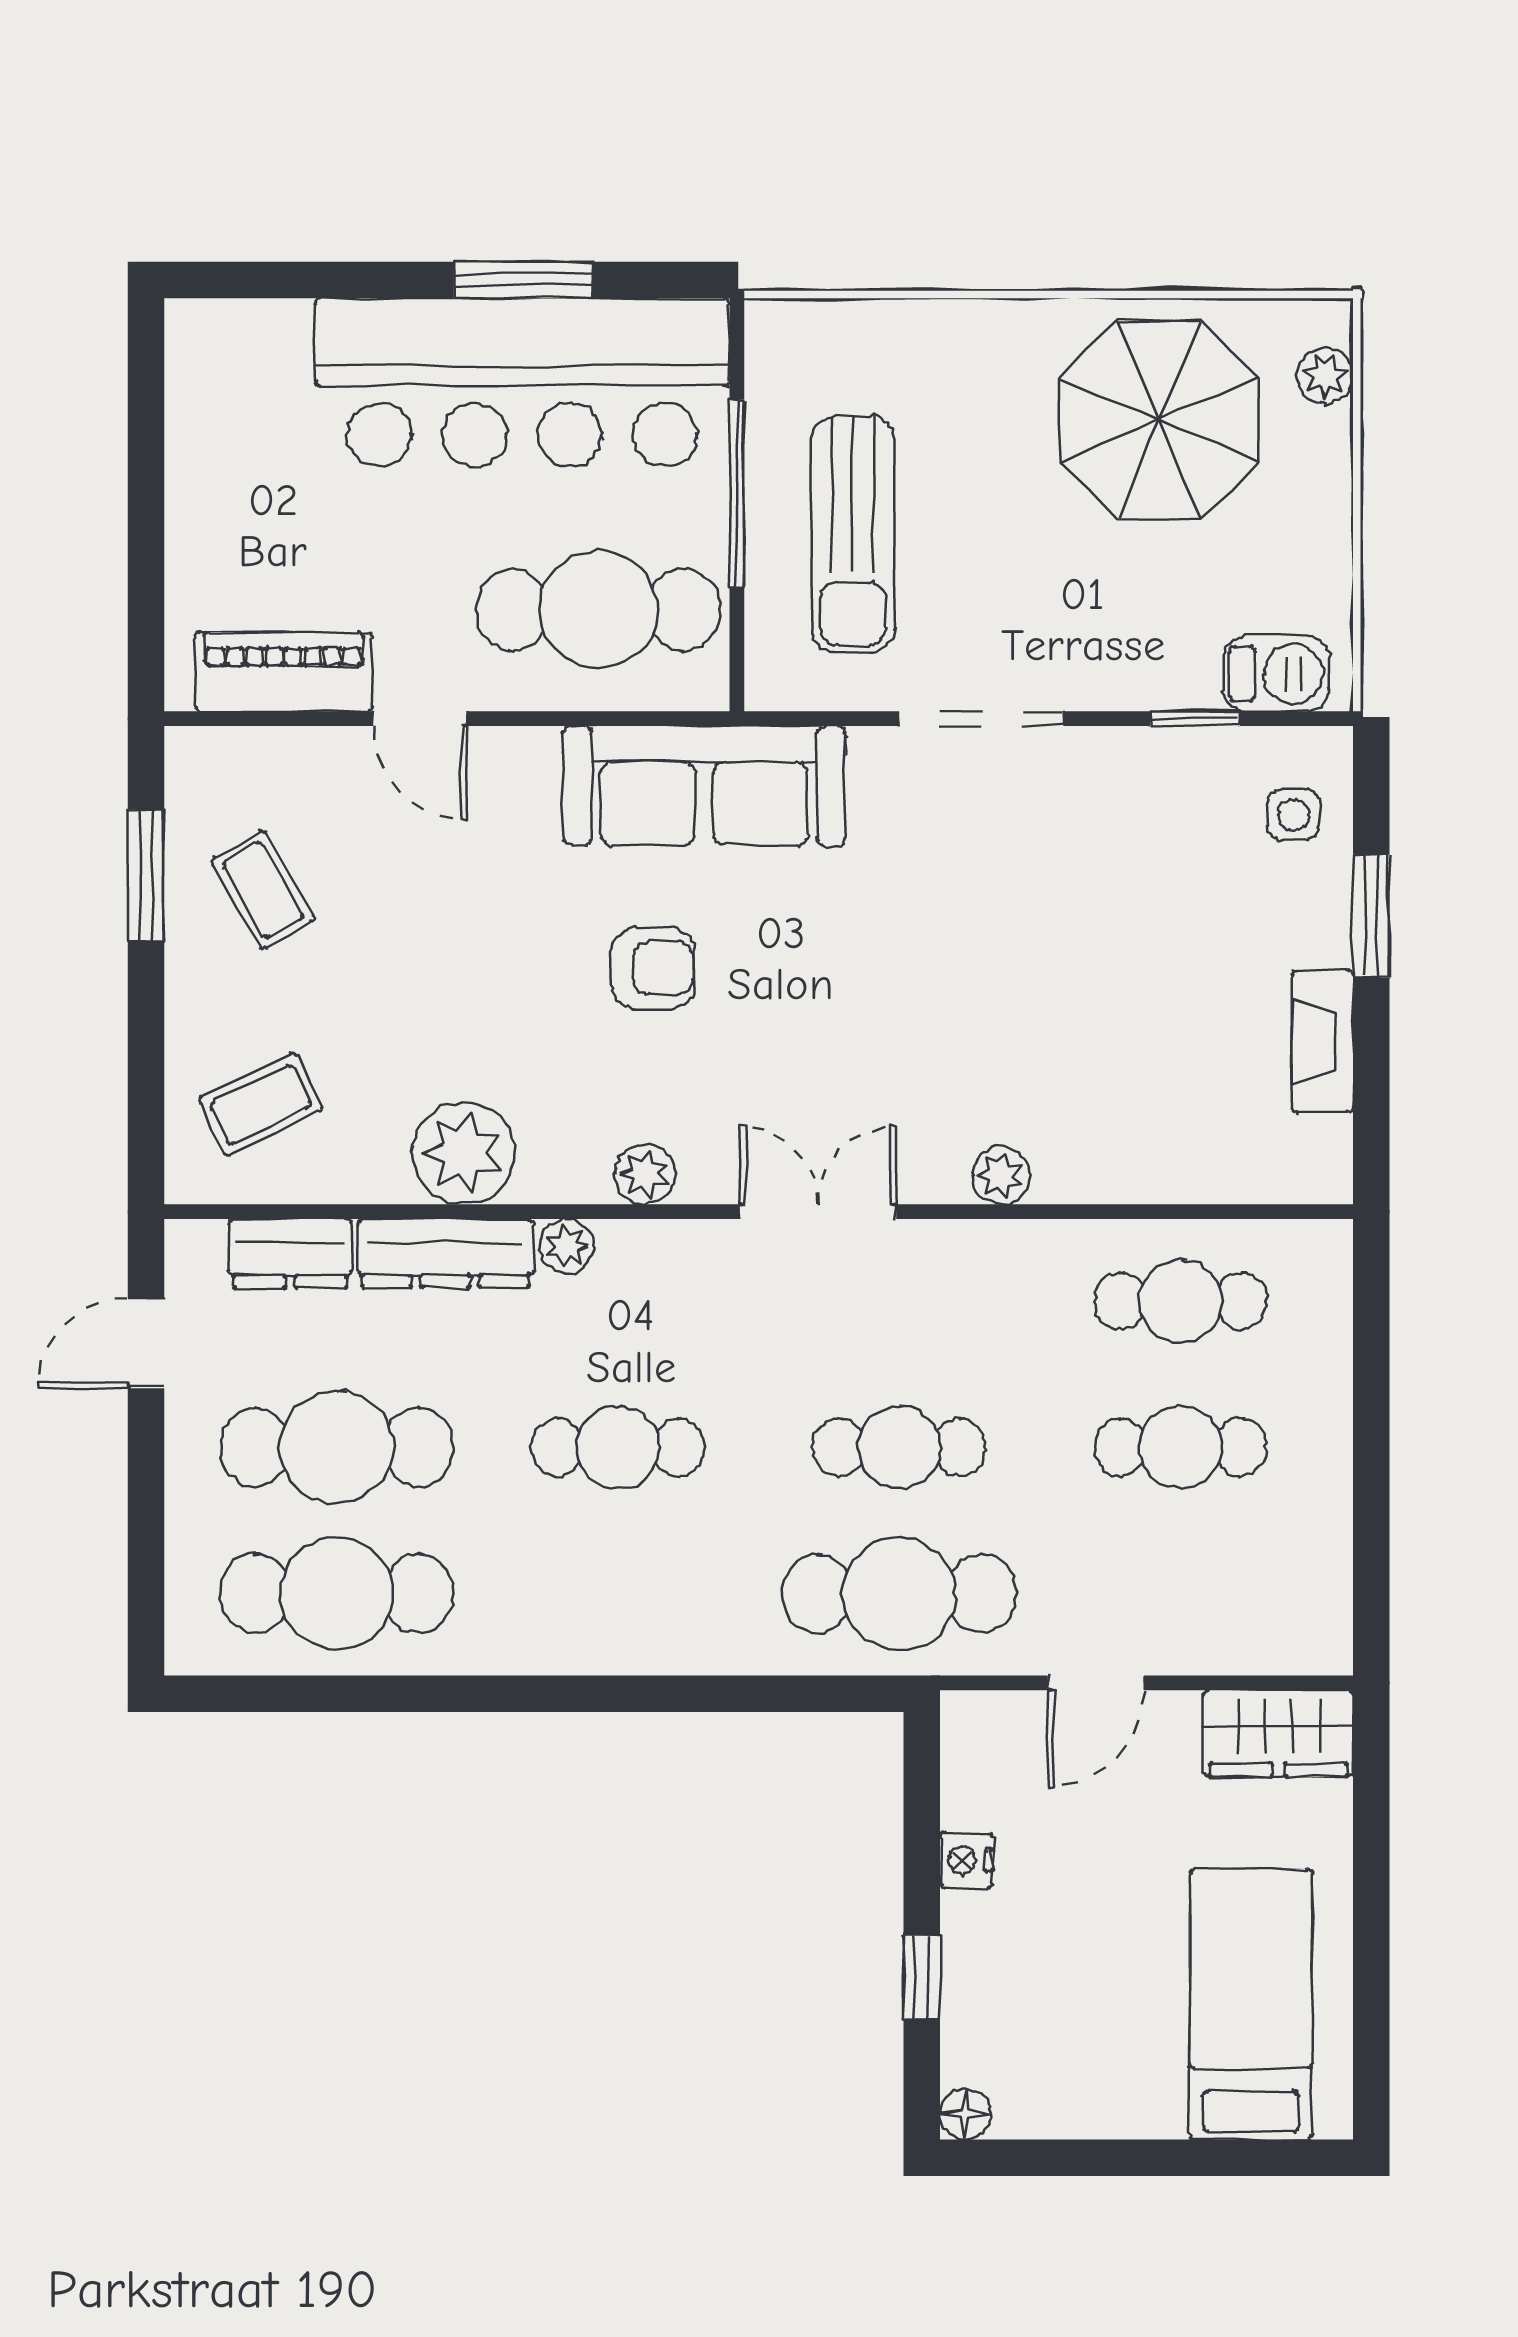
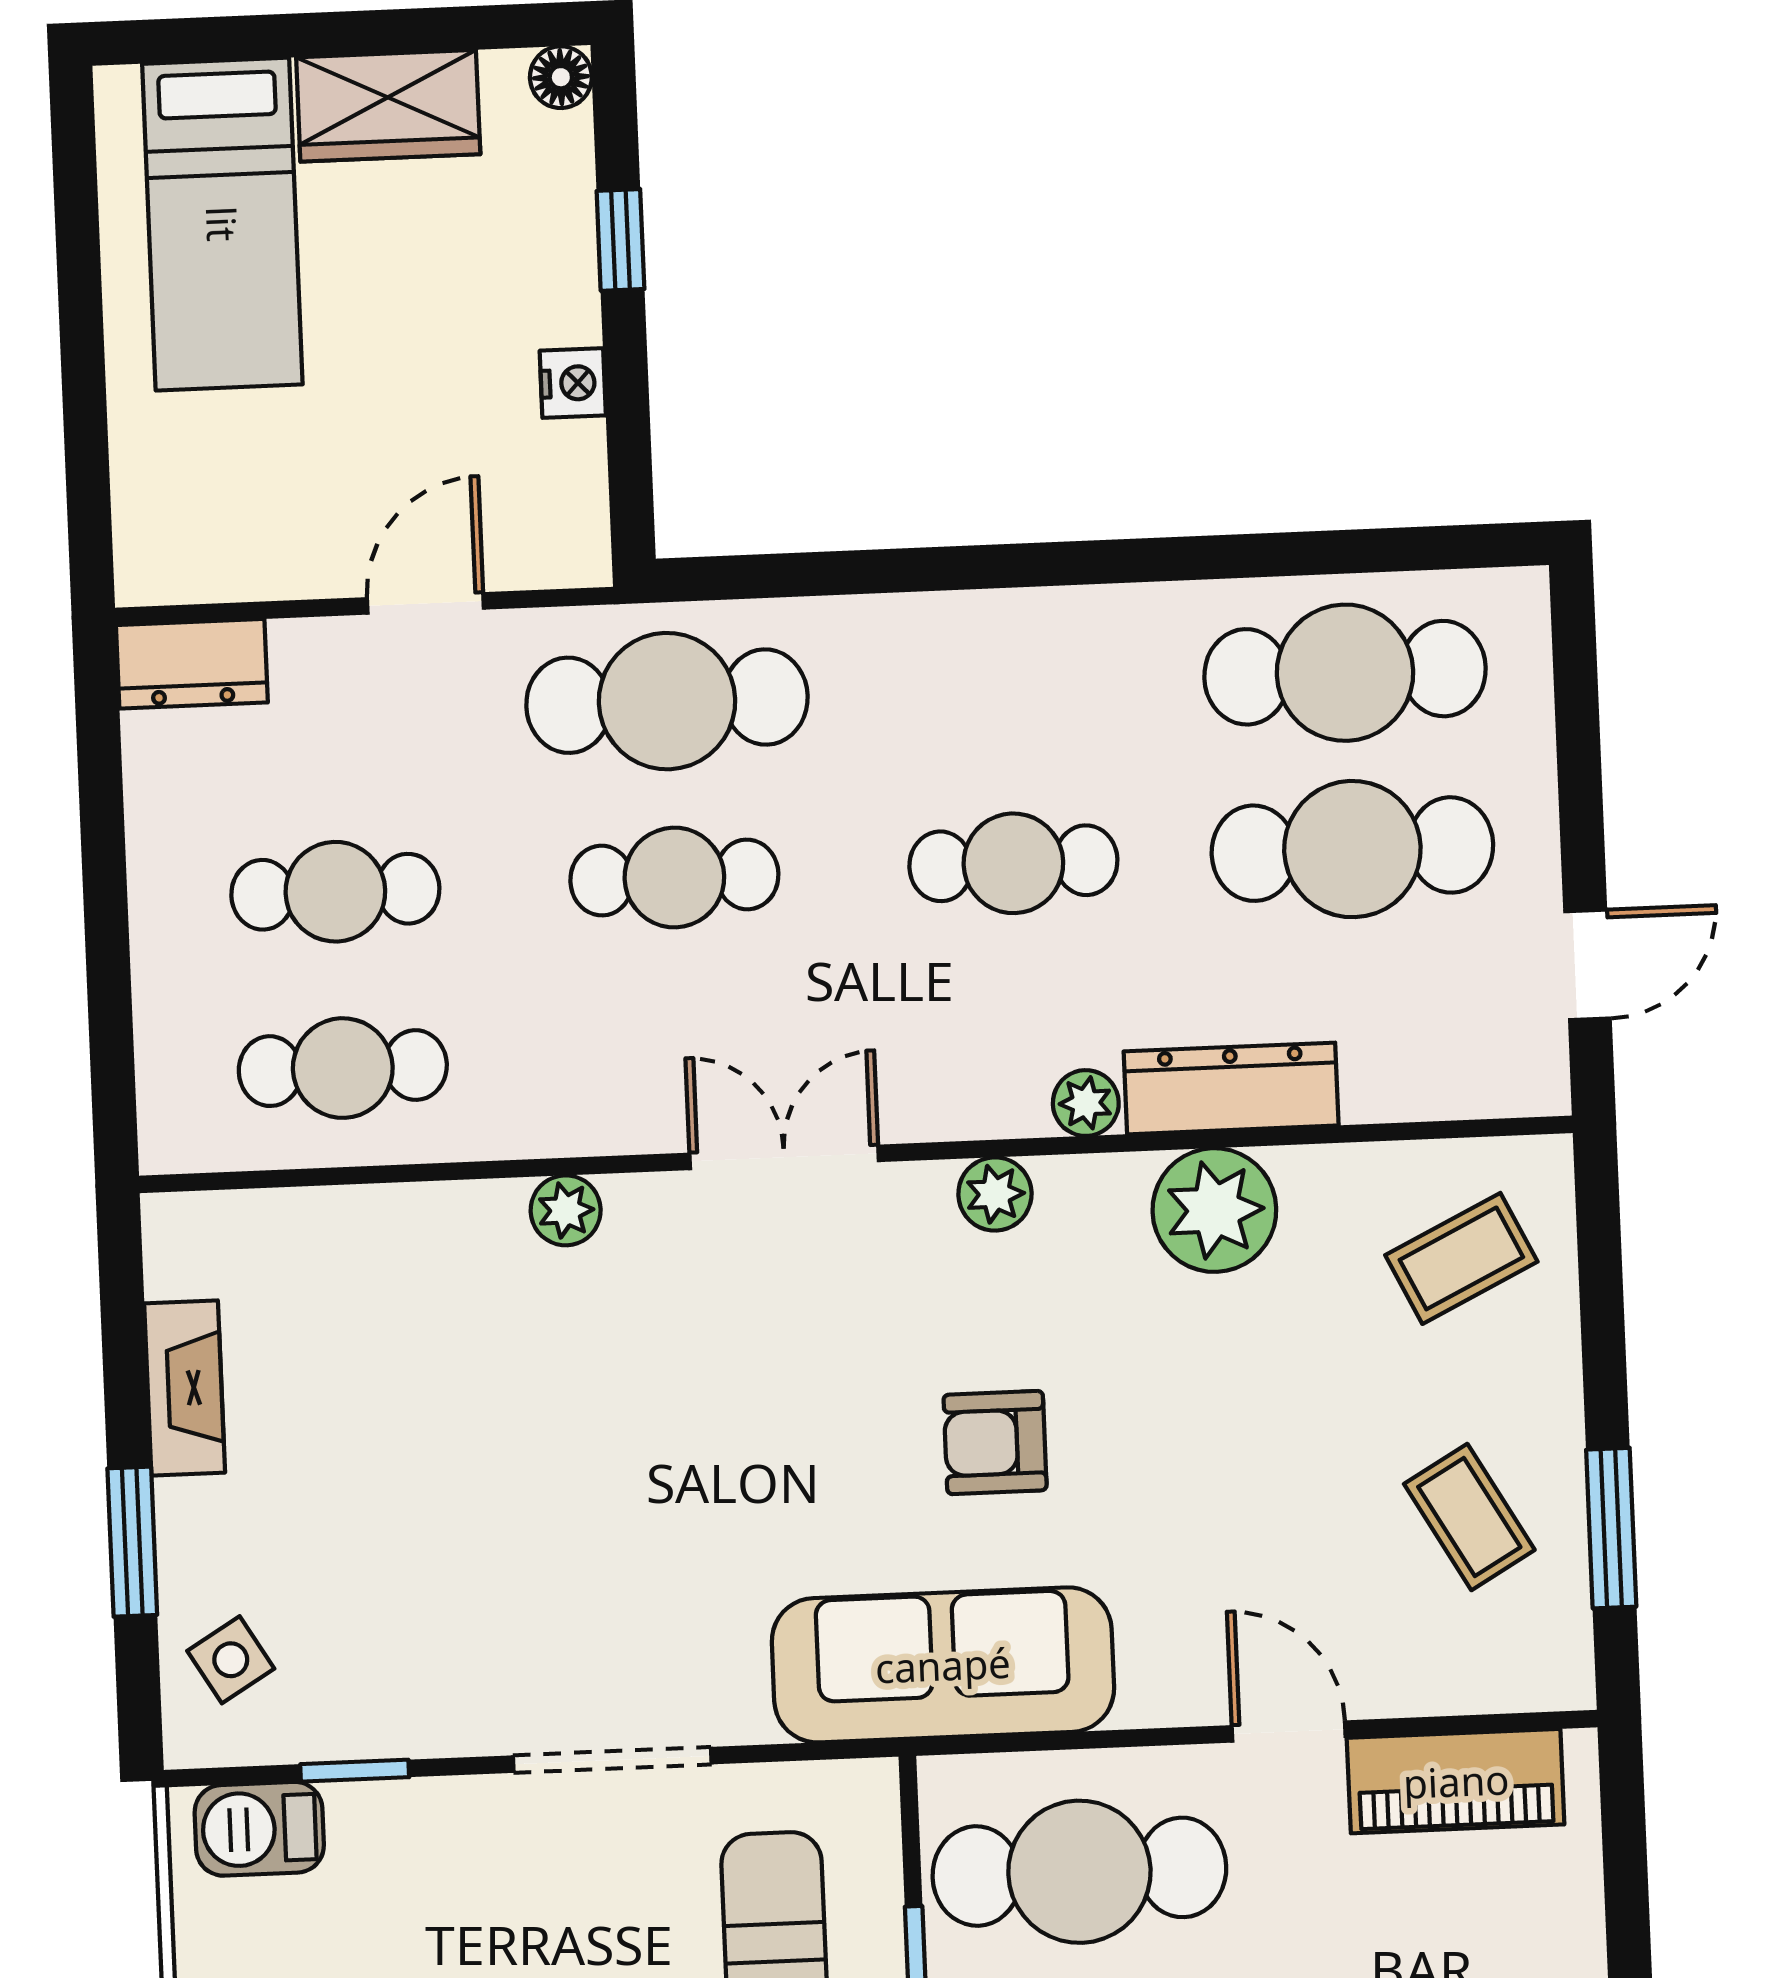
side table: (1294, 815) -> (231, 1660), turned -31
double door: (818, 1212) -> (784, 1157), swing flipped
dresser: (290, 1254) -> (192, 664), moved, turned 180
wardrobe: (1278, 1733) -> (388, 106), moved, turned 180

